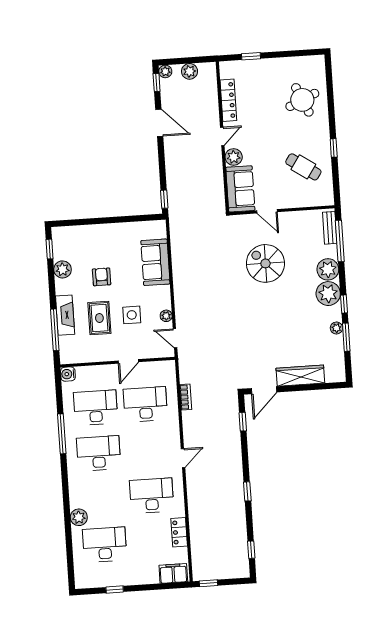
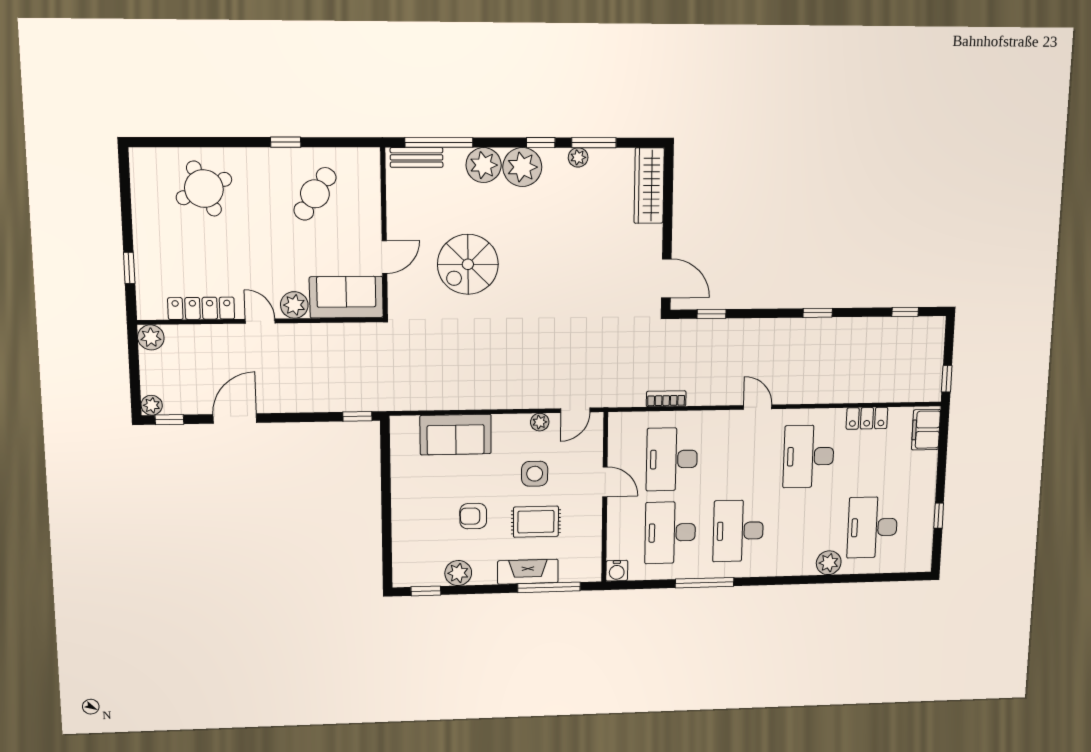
plant: (190, 71) -> (151, 337), moved
wardrobe: (300, 376) -> (649, 186), moved

